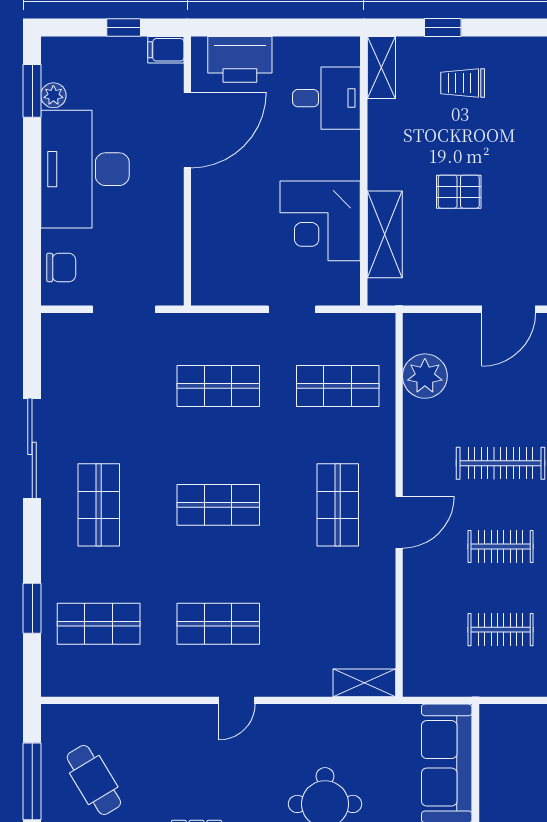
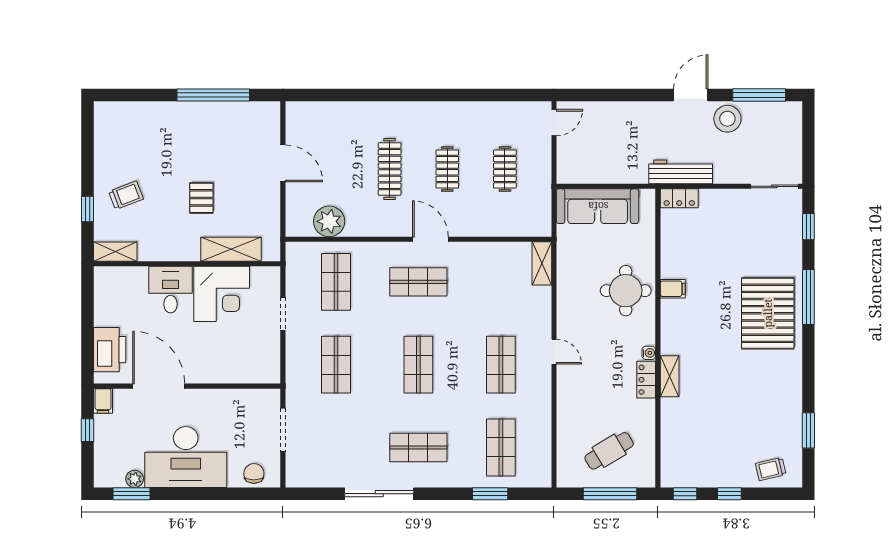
trolley: (463, 83) -> (126, 195), turned -111
desk: (326, 98) -> (171, 290), moved

